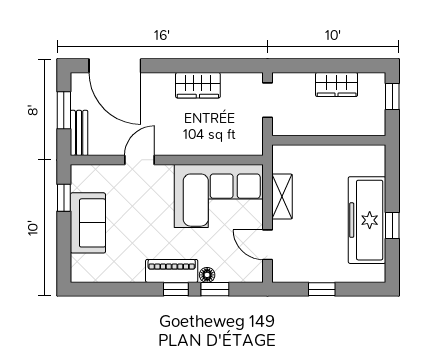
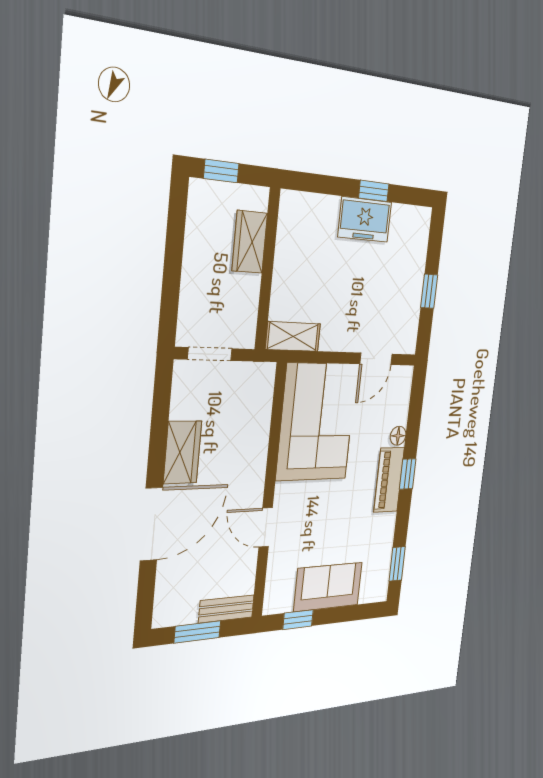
door: (115, 66) -> (151, 524), moved
wardrobe: (337, 85) -> (250, 242), moved, turned 180
shelving: (282, 197) -> (293, 336), moved
freezer: (367, 220) -> (365, 219), width x0.52, depth x0.79
window: (215, 289) -> (397, 564), moved

